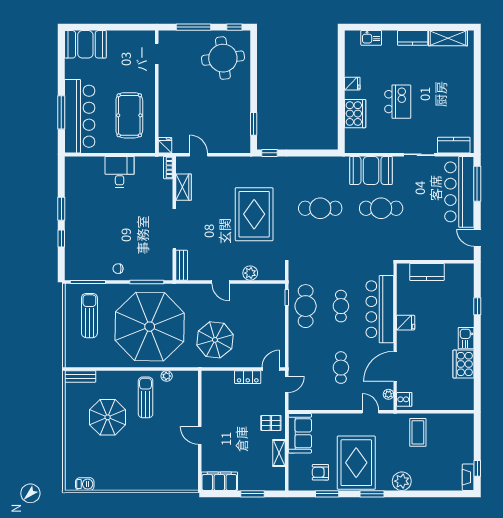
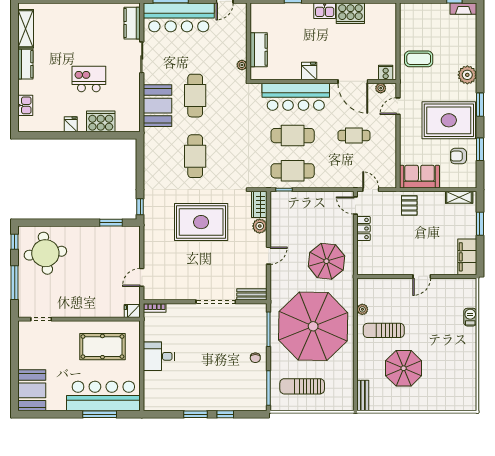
wardrobe: (184, 187) -> (259, 204), moved, turned -90
plant: (412, 255) -> (242, 65), added
cafe table: (341, 306) -> (293, 136), width x1.37, depth x1.35
shelving: (279, 453) -> (459, 197), moved
armchair: (320, 472) -> (458, 156), turned 90
barbecue: (85, 484) -> (470, 317), moved

